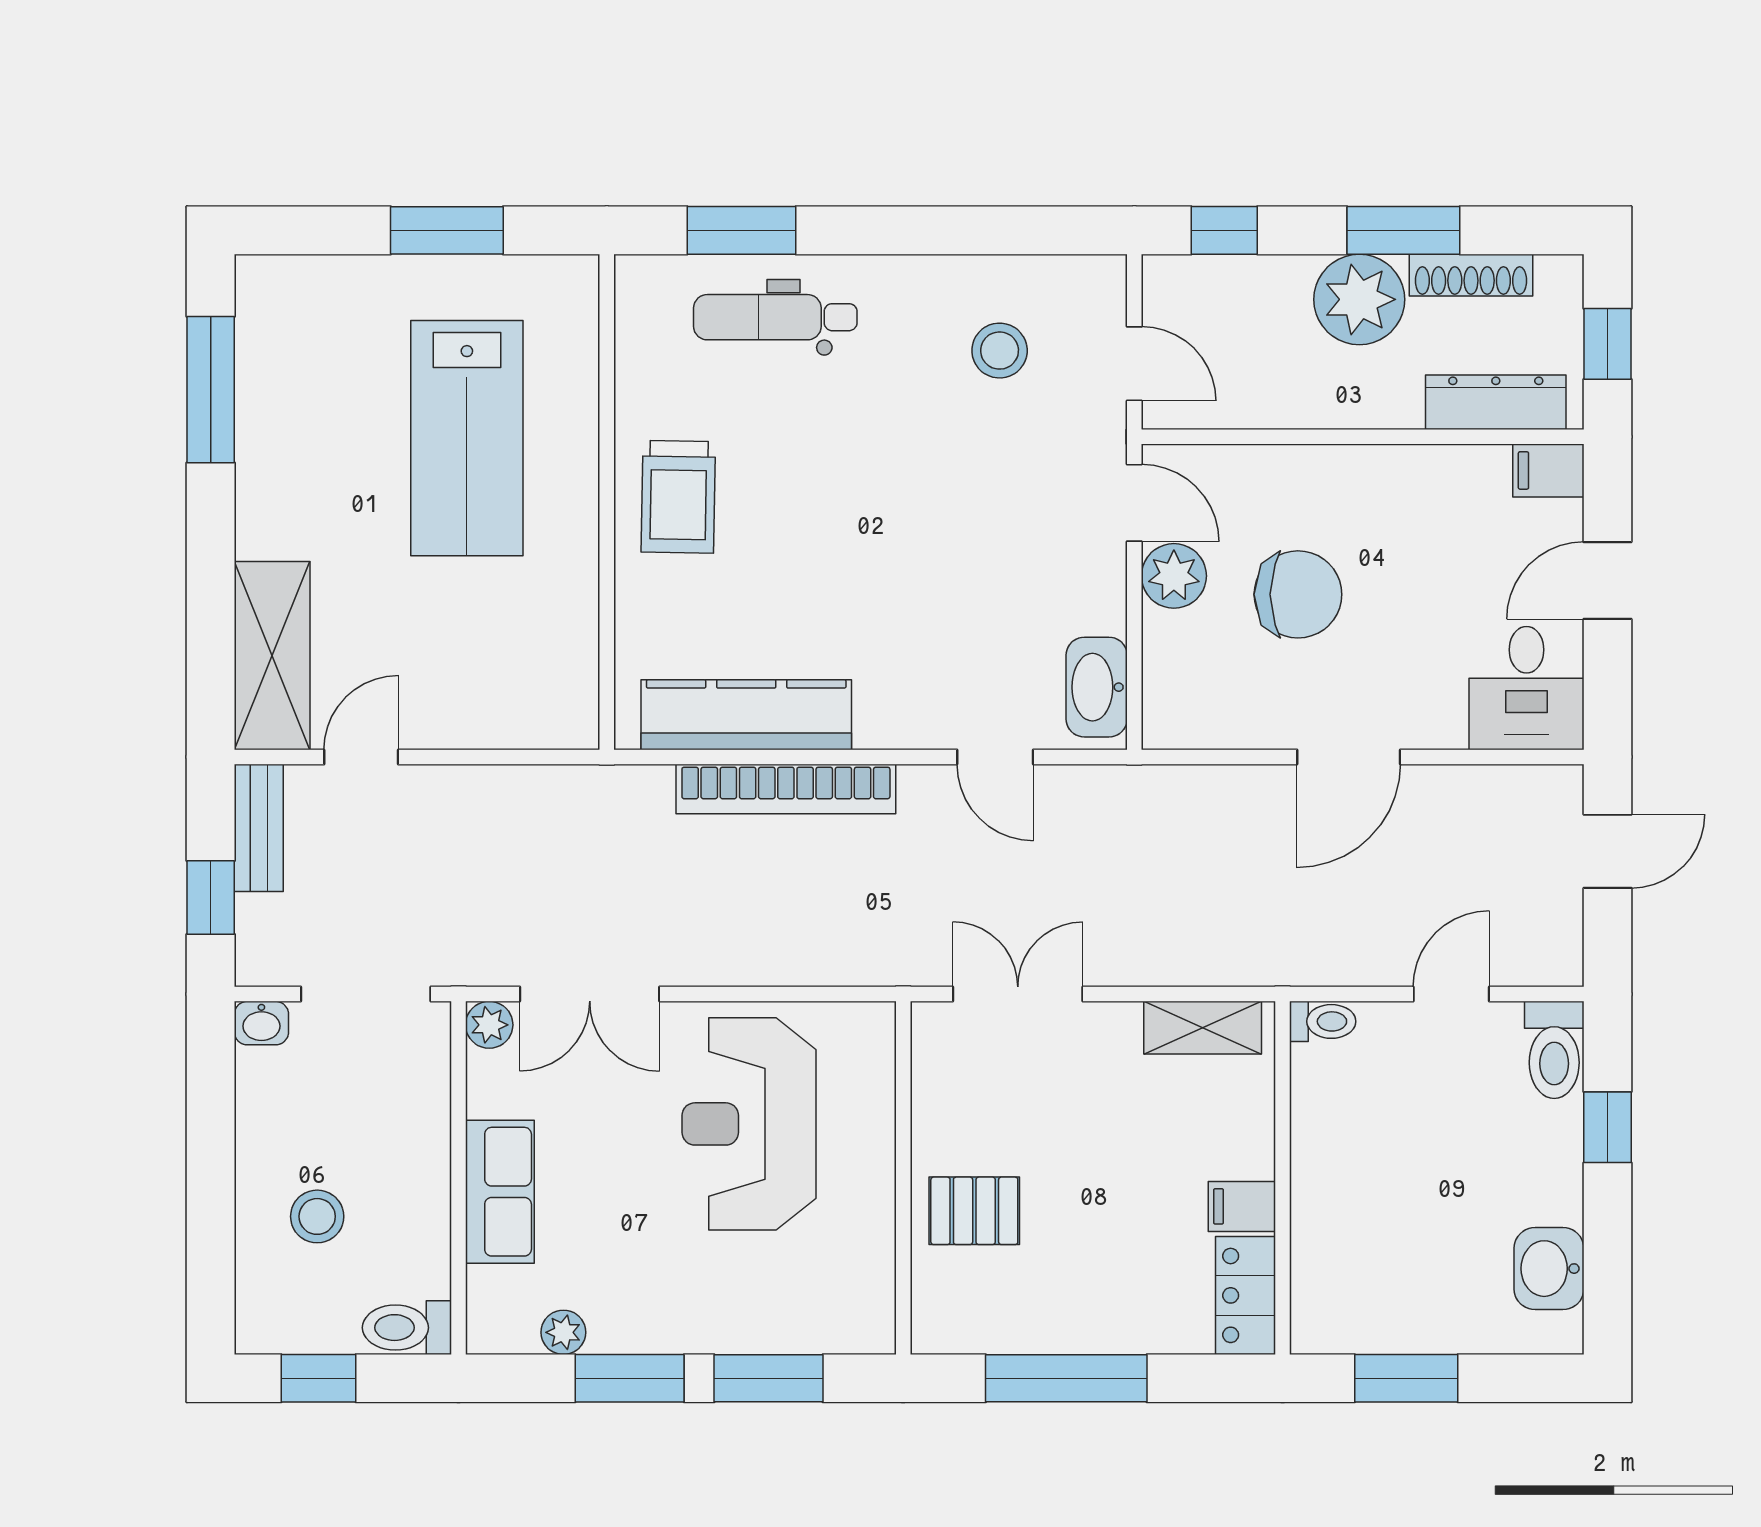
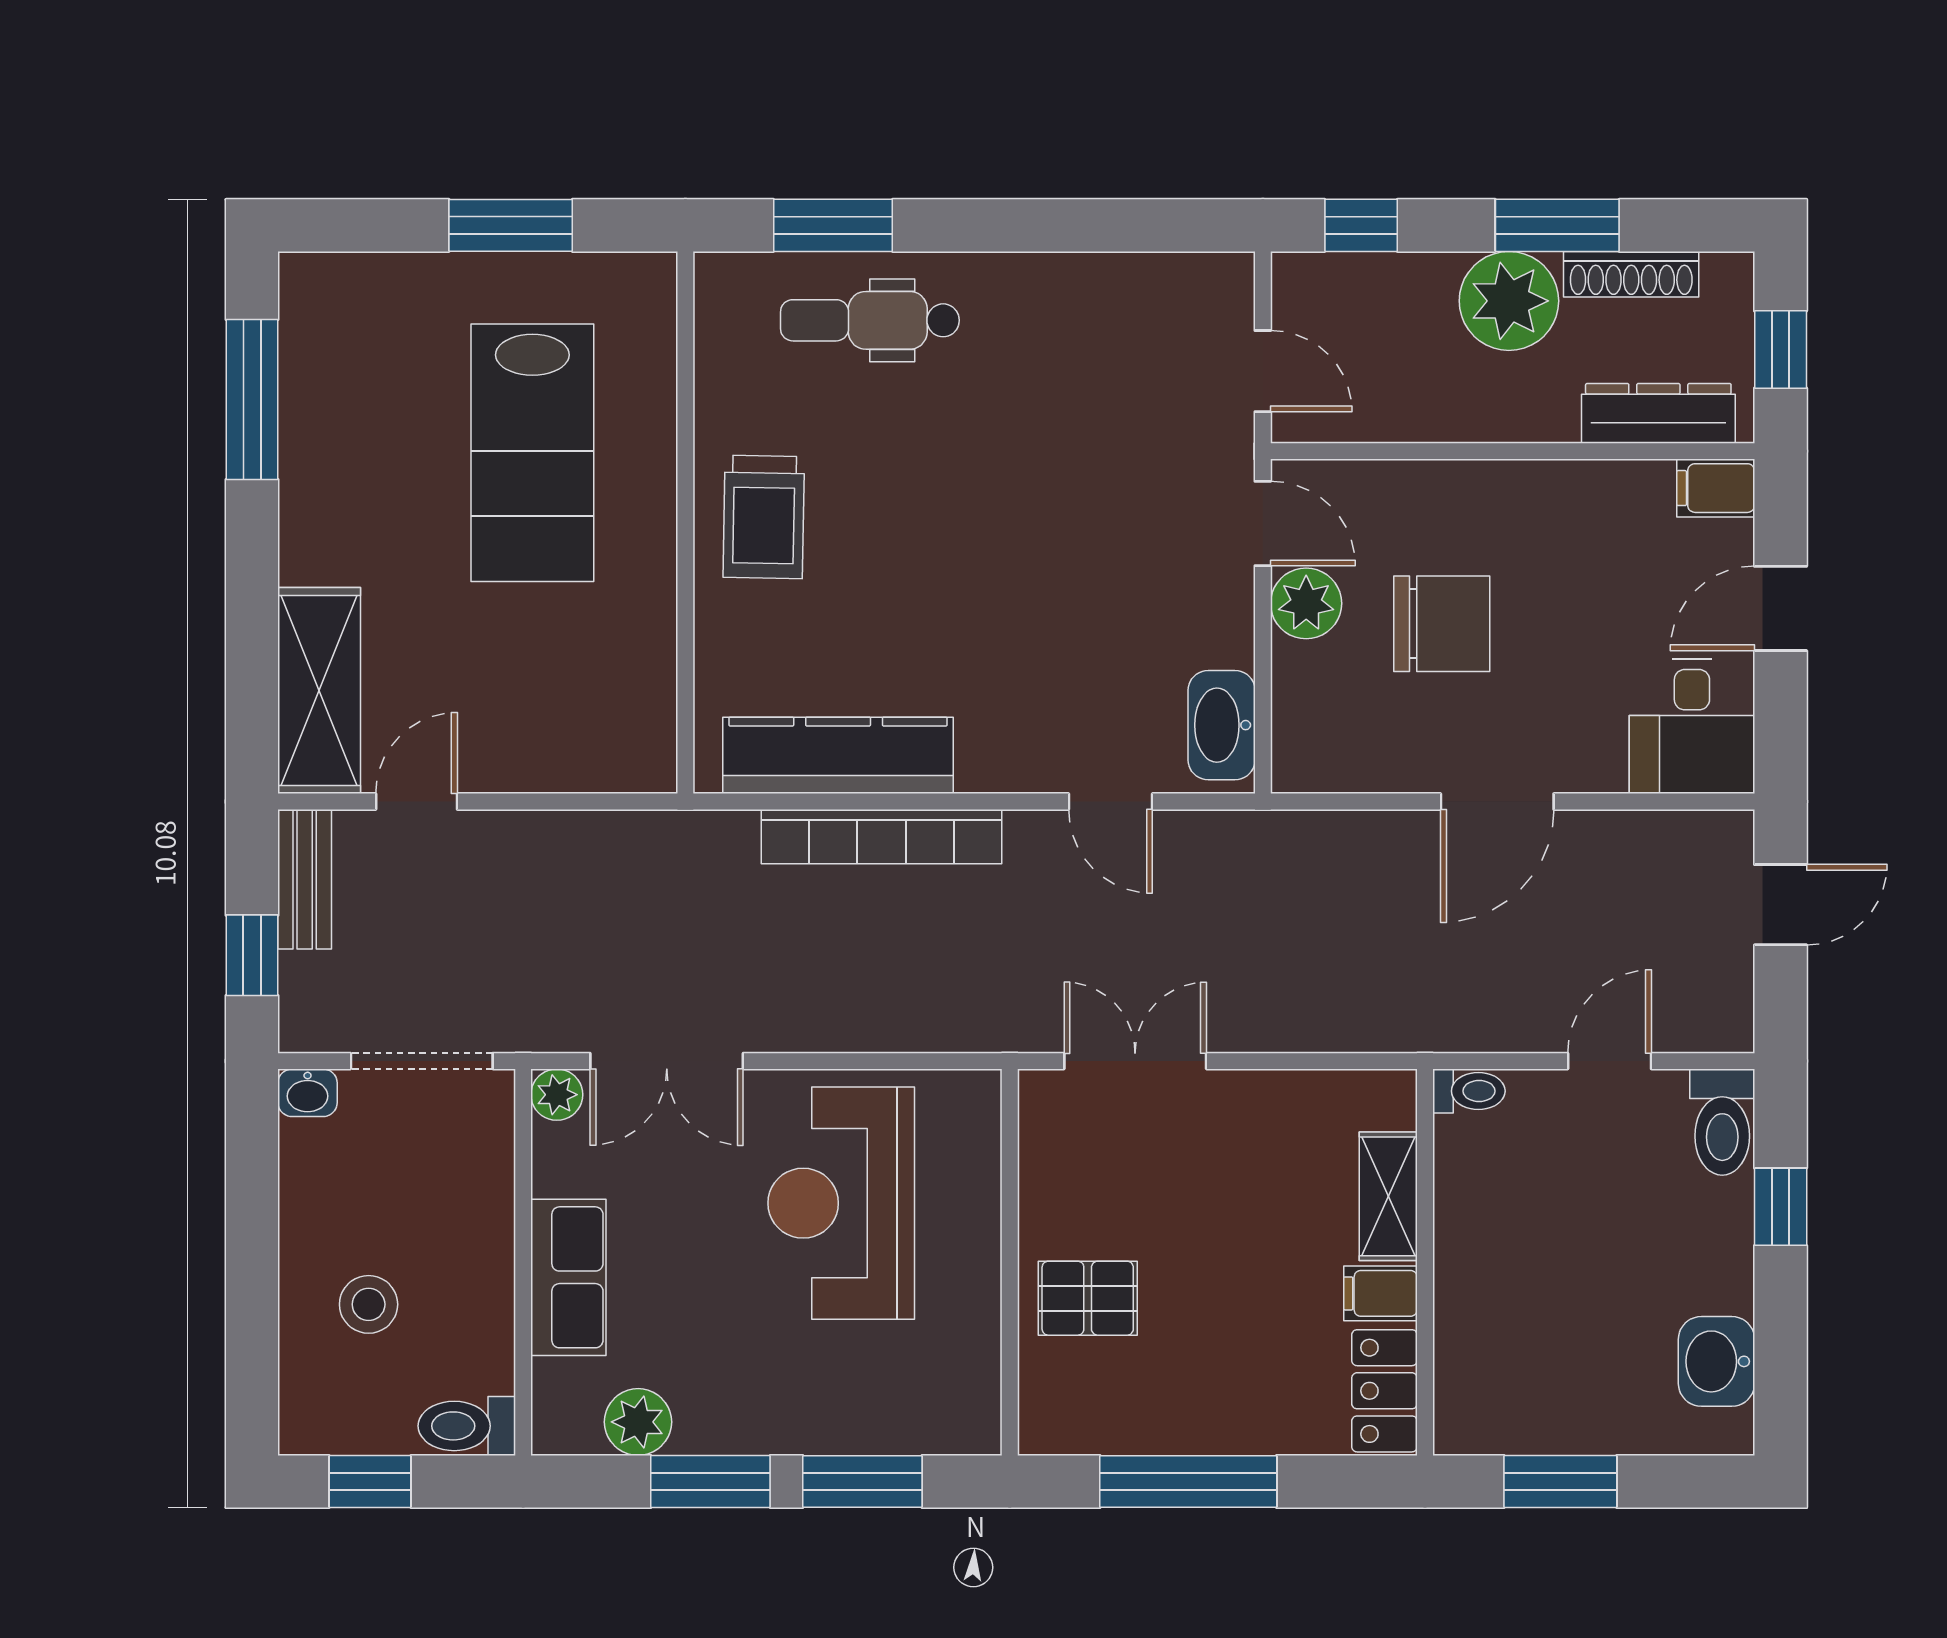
stool: (1000, 351) -> (1115, 357), removed
shelving: (1203, 1028) -> (1388, 1196), moved, turned 90
plant: (563, 1332) -> (638, 1422), width x1.38, depth x1.38

